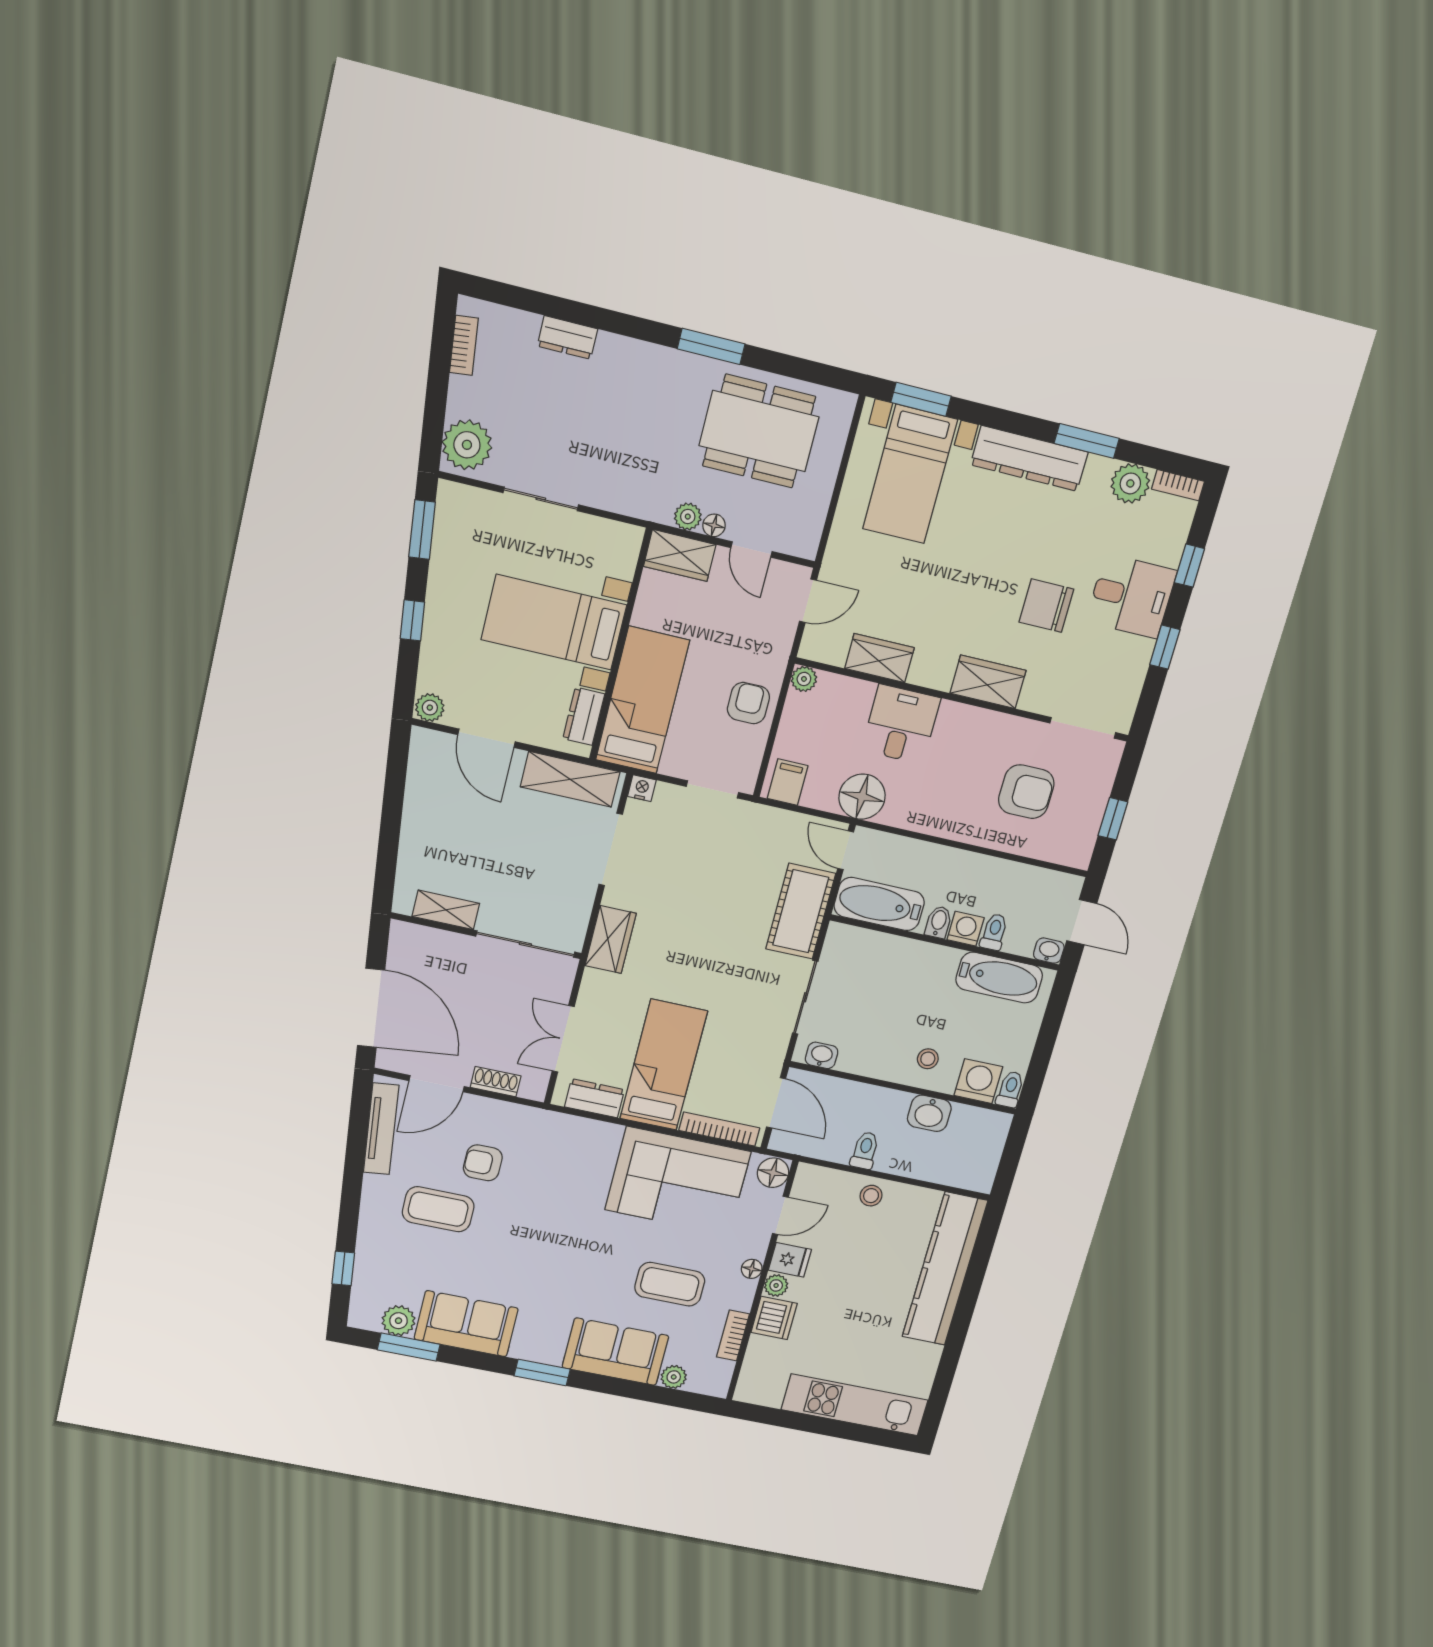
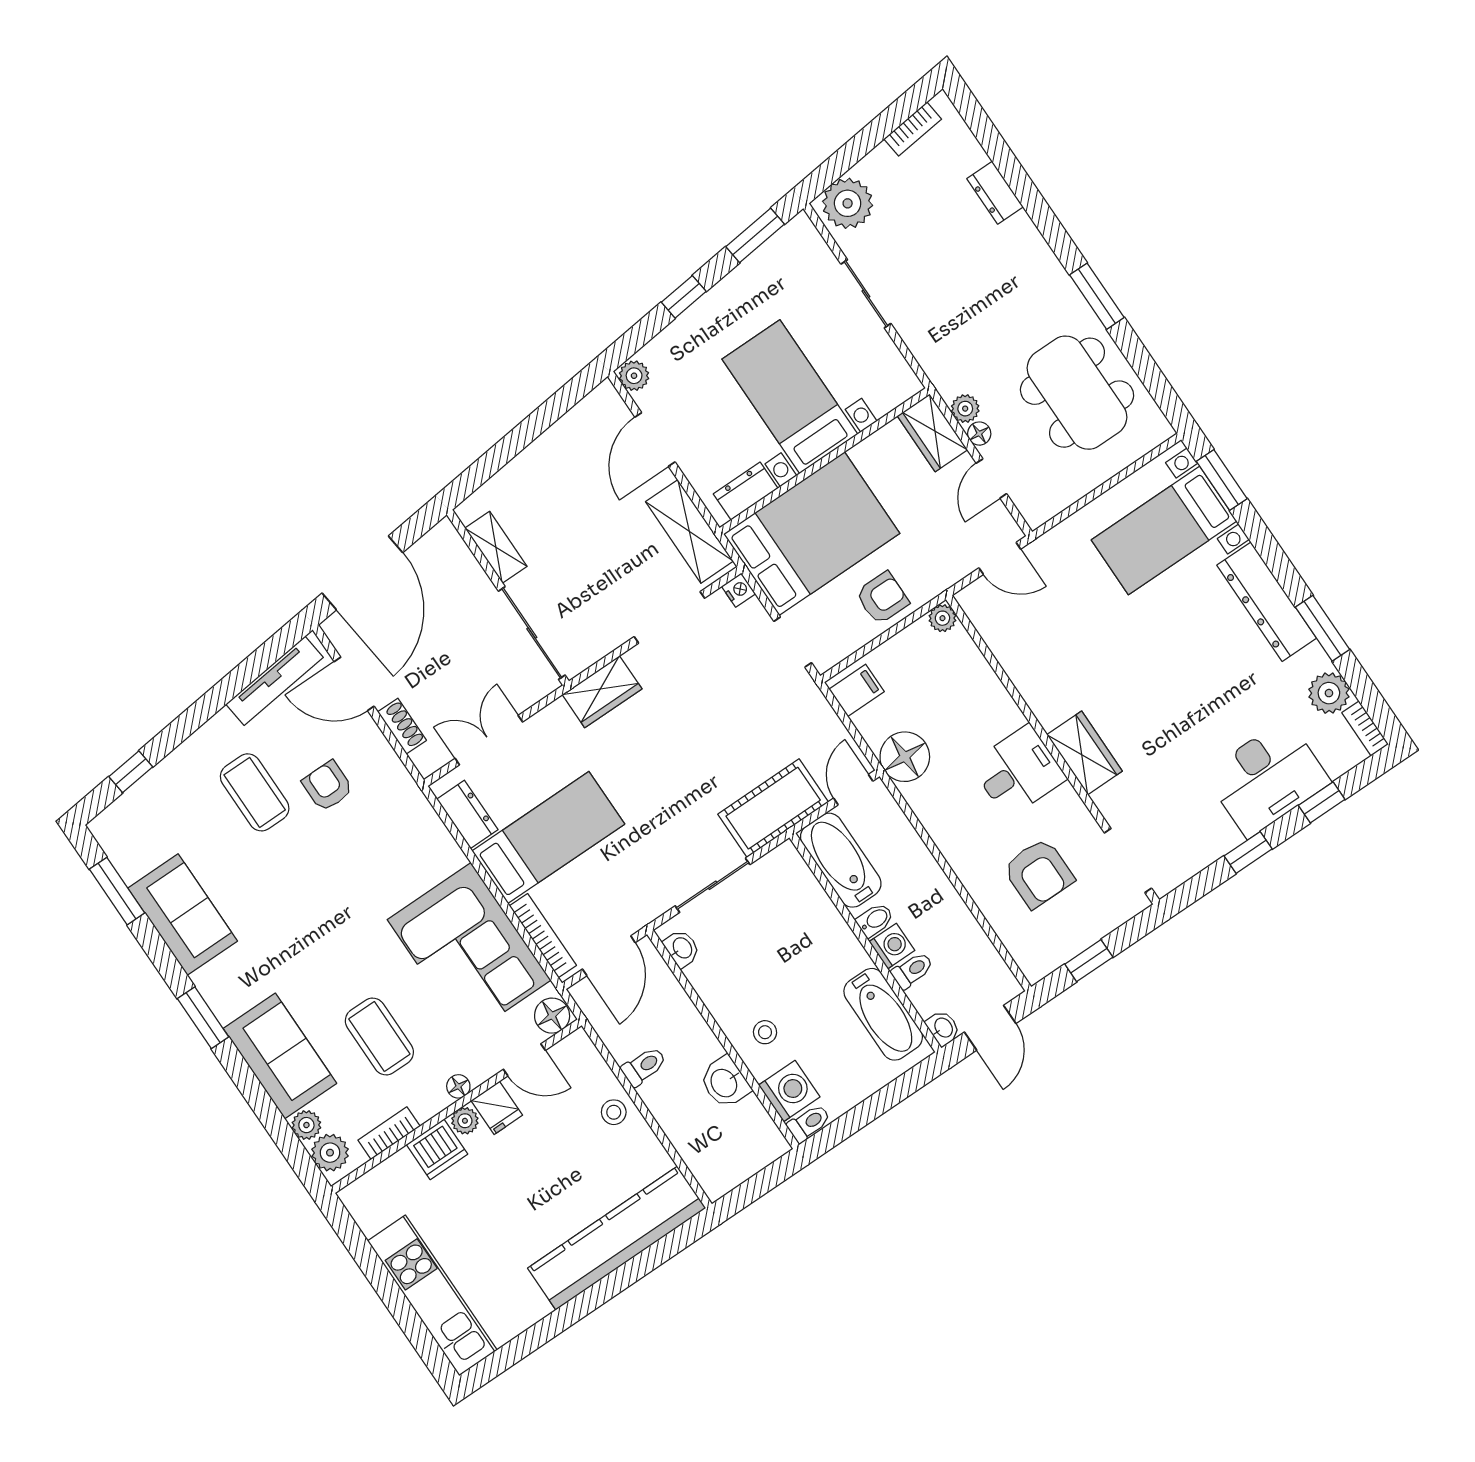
desk: (1131, 596) -> (1267, 778), width x1.37
chair: (1046, 606) -> (1182, 732), removed
wardrobe: (879, 658) -> (1016, 655), removed
bed: (643, 700) -> (812, 534), width x1.50
desk: (901, 724) -> (1018, 771), moved
plant: (398, 1321) -> (330, 1153), moved

